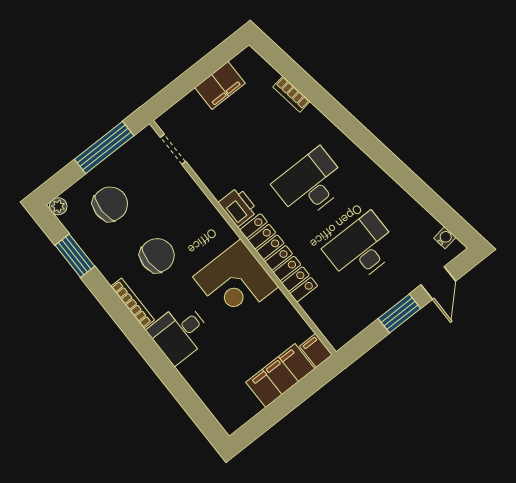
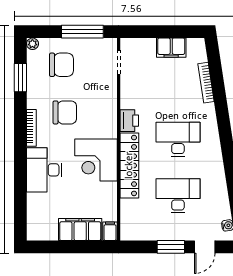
bookcase: (291, 94) -> (206, 83), width x1.56
desk: (180, 333) -> (44, 170), width x1.37

